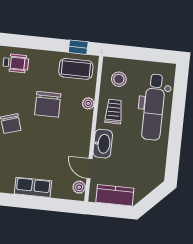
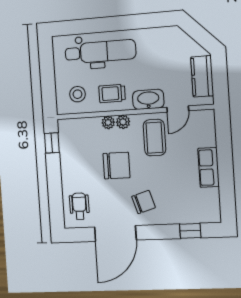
coffee table: (76, 69) -> (154, 138), moved
plant: (79, 187) -> (123, 122), moved

